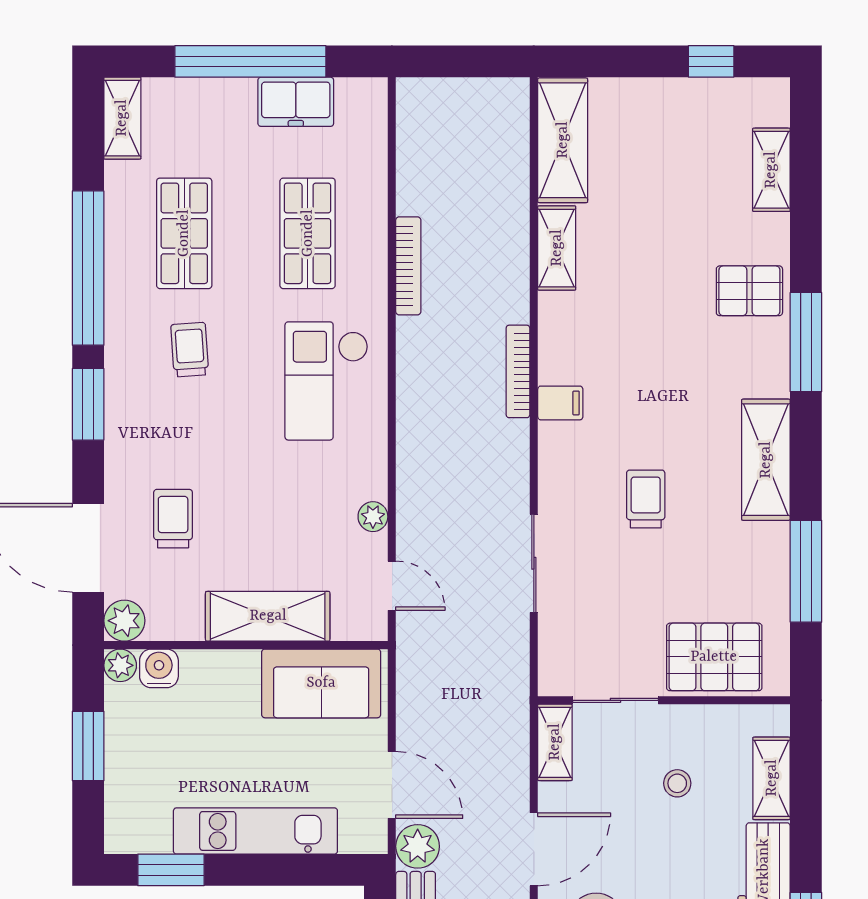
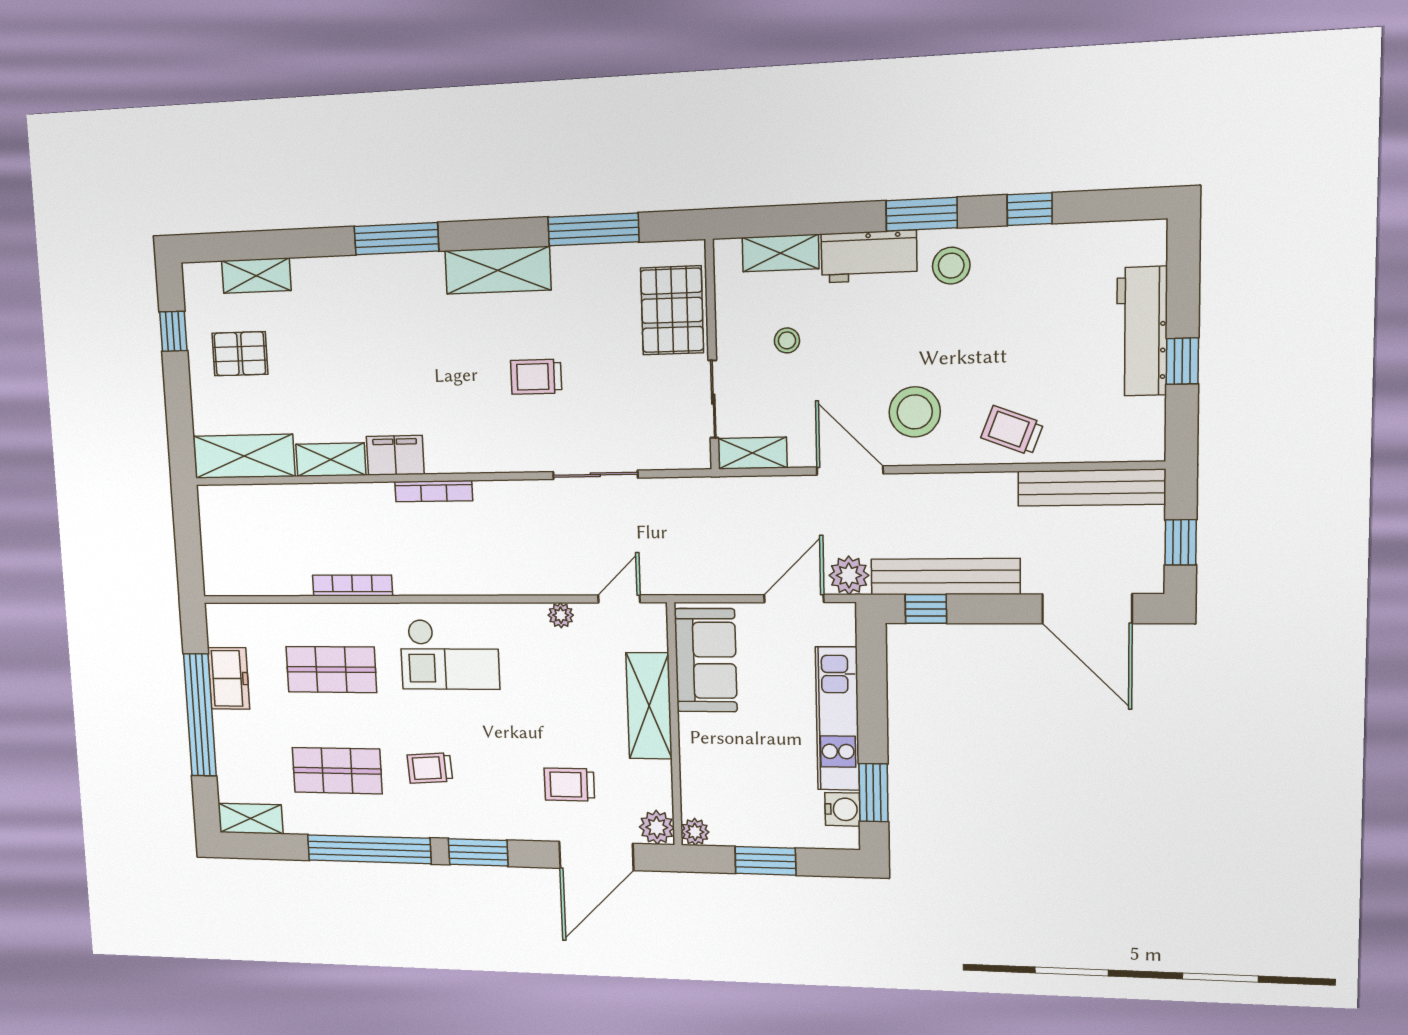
pallet: (749, 291) -> (240, 354), moved, turned 90
filing cabinet: (560, 403) -> (395, 455), moved, width x2.00
water cooler: (159, 668) -> (842, 809), moved, turned 180

